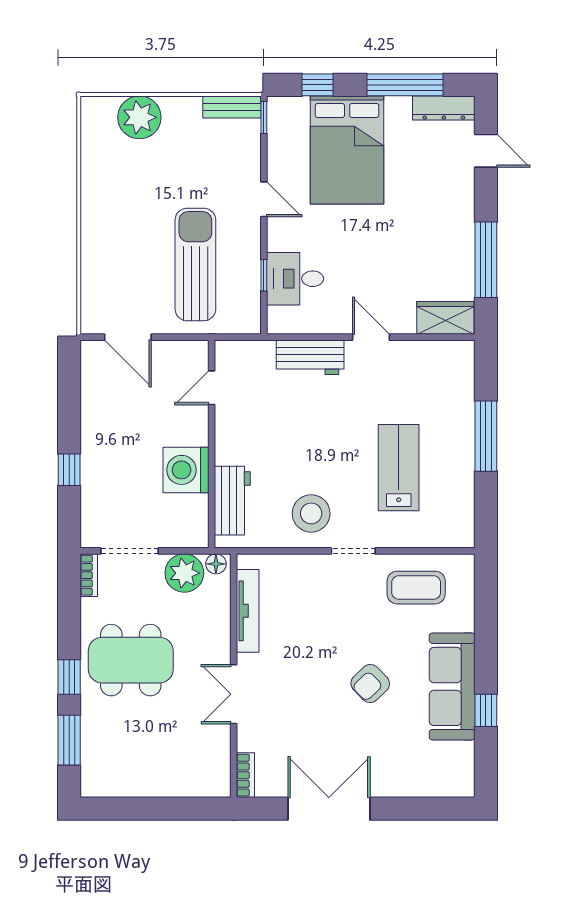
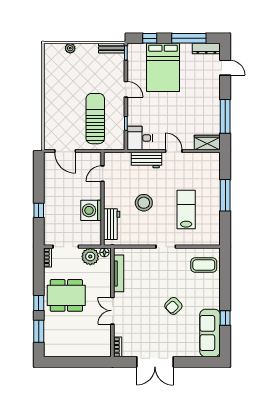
plant: (139, 117) -> (70, 48), width x0.53, depth x0.53
desk: (295, 279) -> (140, 138), moved
stool: (311, 513) -> (144, 203), moved
coffee table: (416, 588) -> (204, 265), moved
sofa: (452, 686) -> (210, 333), moved
double door: (329, 809) -> (155, 362), swing flipped

